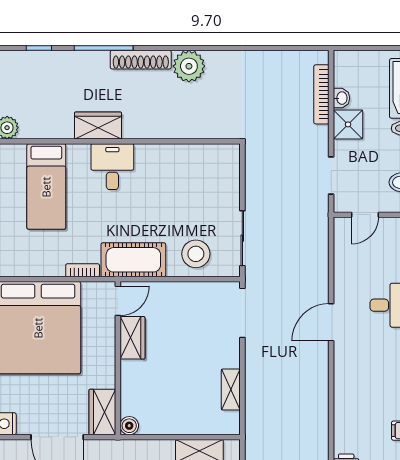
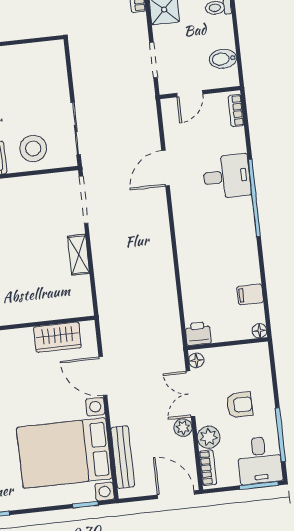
door: (331, 322) -> (165, 168), moved
shelving: (231, 390) -> (79, 255), moved

